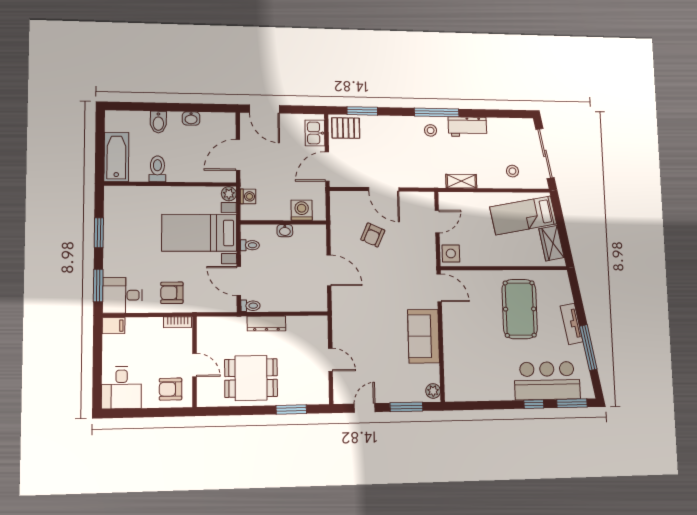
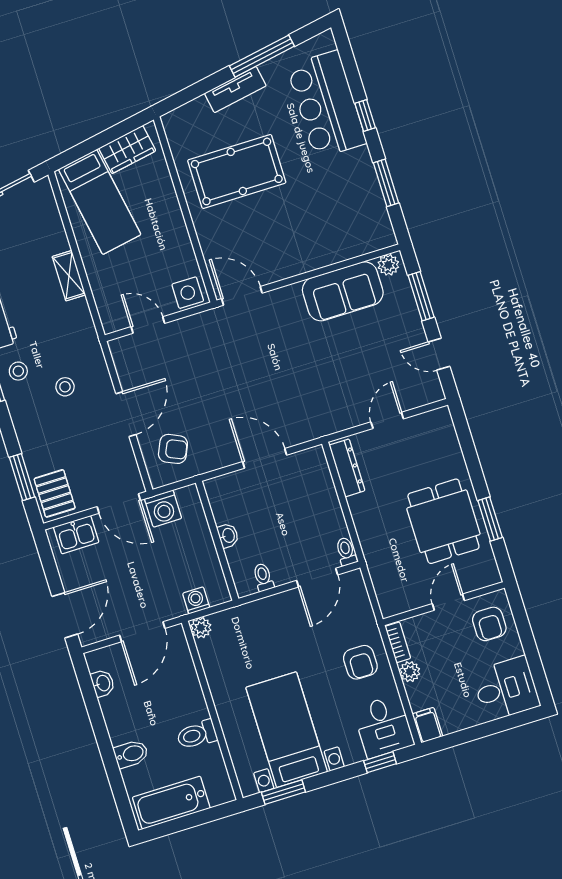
washbasin: (191, 118) -> (103, 683), moved
door: (238, 155) -> (142, 632), hinge flipped
bathtub: (116, 157) -> (171, 803), moved
stool: (512, 171) -> (65, 387), moved
shelving: (461, 181) -> (69, 276), moved
washing machine: (302, 210) -> (163, 509), moved, turned -90
window: (99, 233) -> (283, 792), moved
bed with nightstands: (199, 233) -> (287, 730), moved, turned 180
armchair: (373, 235) -> (173, 449), moved
door: (329, 270) -> (265, 458), hinge flipped
window: (98, 286) -> (380, 762), width x0.67
door: (439, 288) -> (242, 296), hinge flipped
plant: (155, 324) -> (410, 672), added
dresser: (266, 324) -> (347, 468), moved
sofa: (424, 336) -> (343, 291), moved
window: (572, 403) -> (386, 183), moved
window: (291, 410) -> (490, 519), moved

